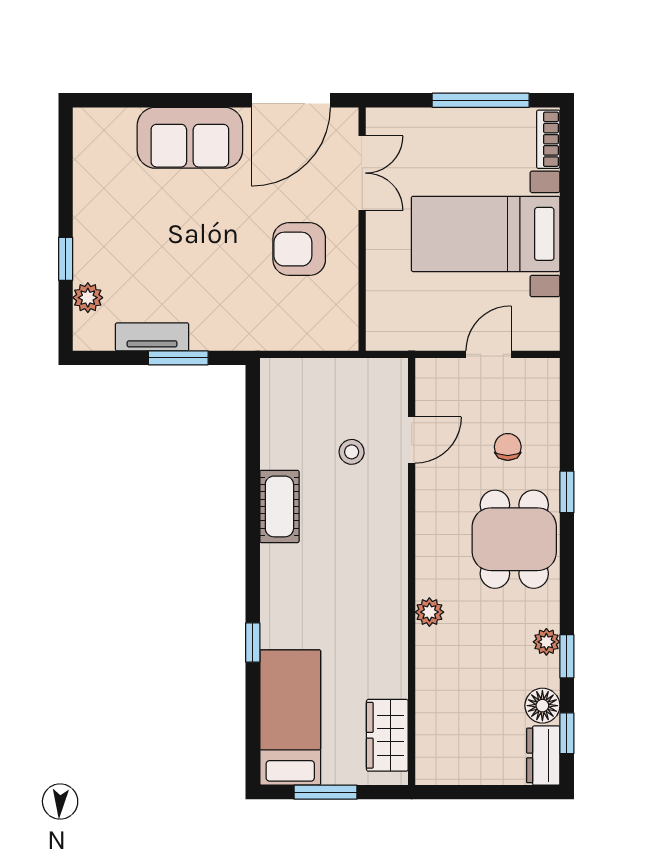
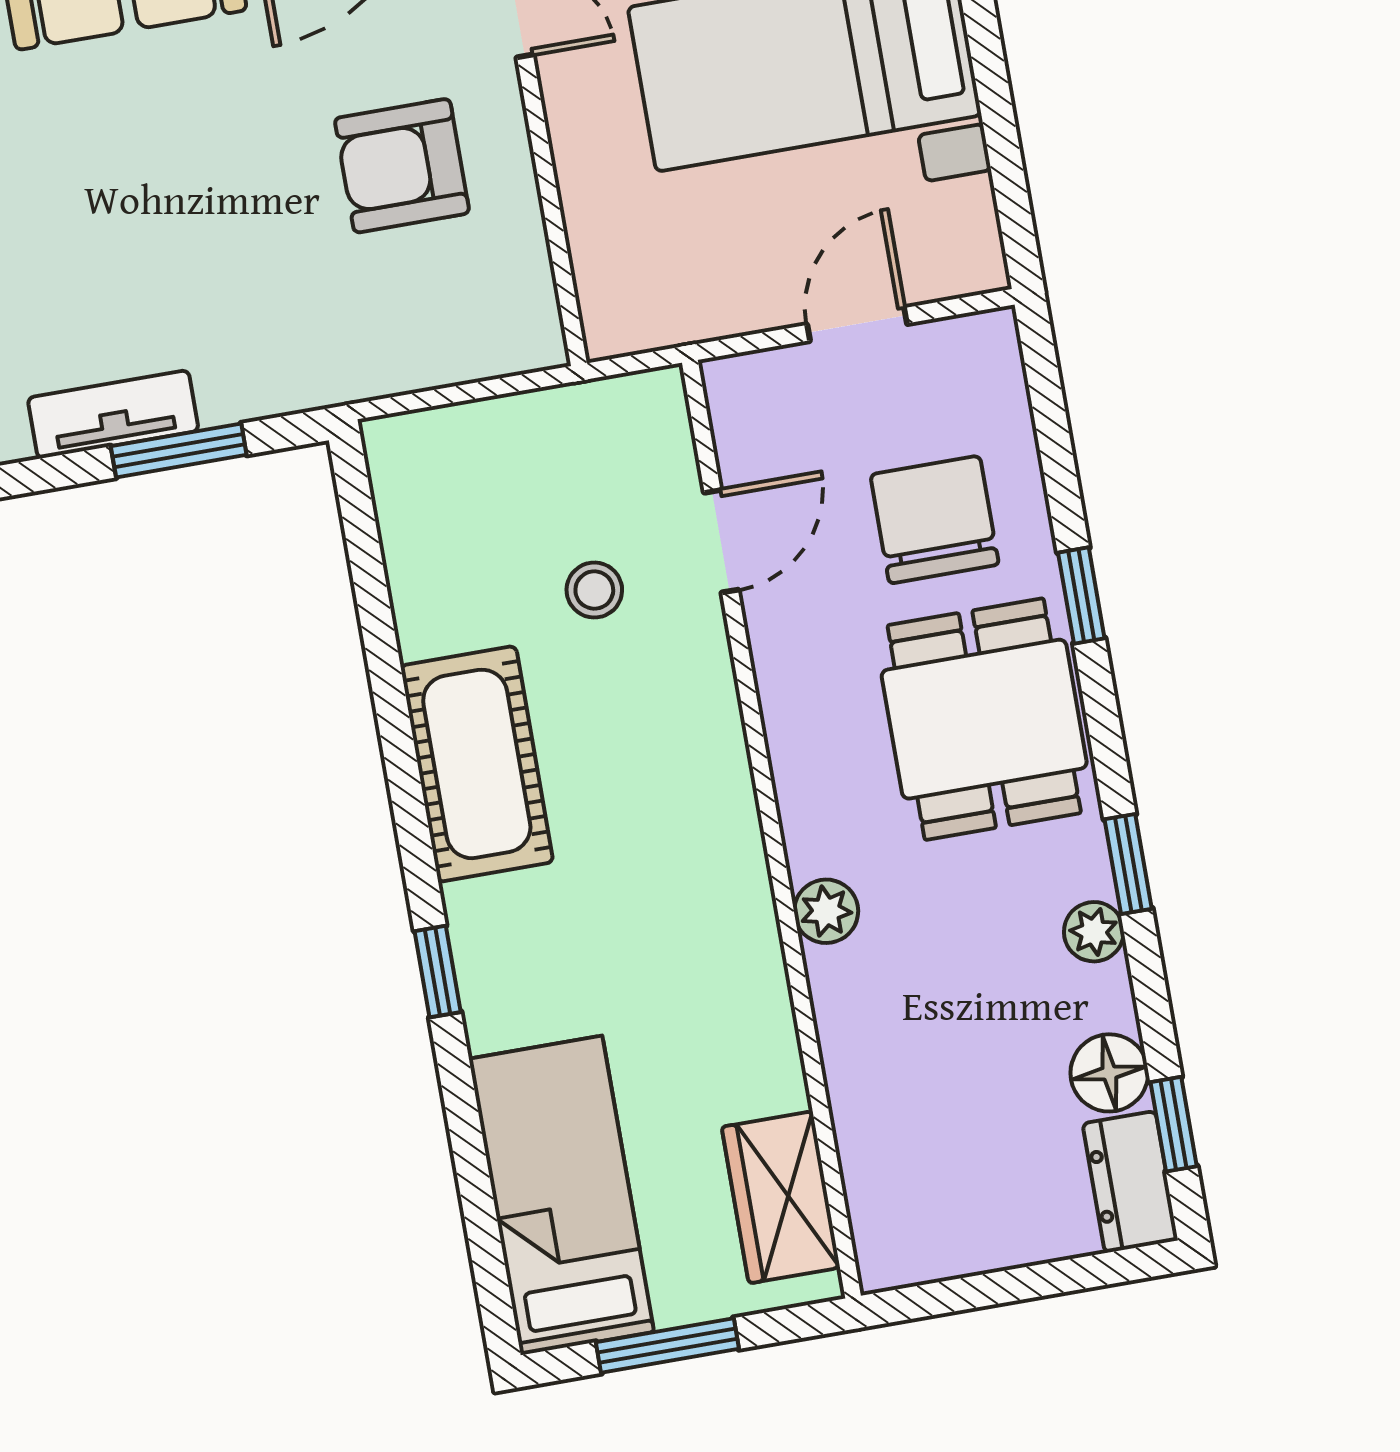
chair: (508, 447) -> (935, 520), width x1.87, depth x1.87
cot: (279, 506) -> (477, 764), width x1.37, depth x1.34
window: (253, 642) -> (438, 972), moved
window: (567, 656) -> (1128, 864), moved

